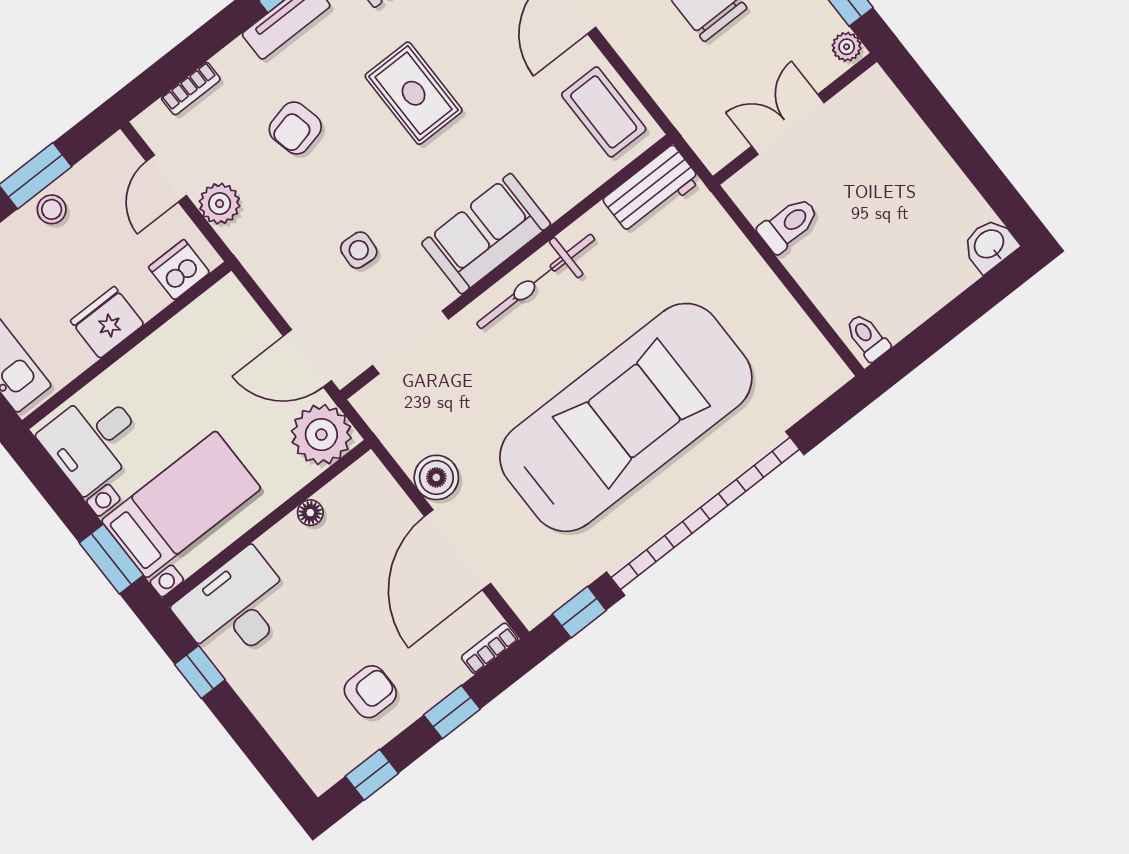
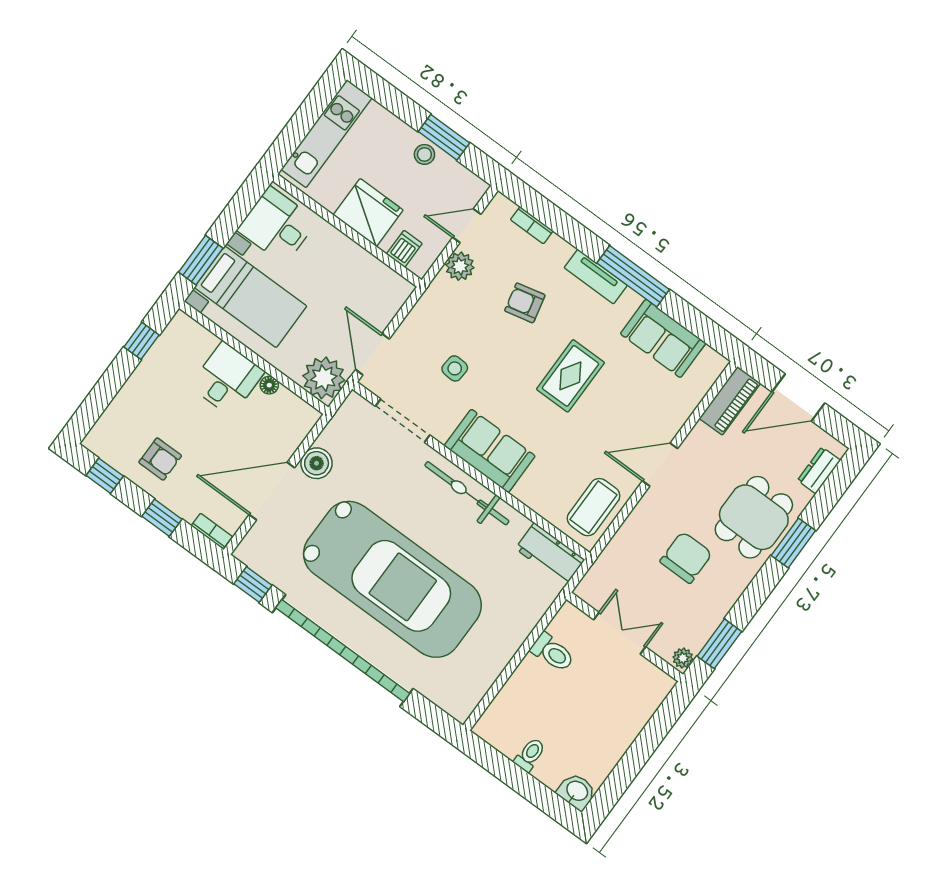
dishwasher: (179, 270) -> (404, 249), width x0.73
fridge: (107, 322) -> (368, 213), width x1.36, depth x1.34
toilet: (867, 337) -> (530, 755), moved
desk: (236, 607) -> (227, 379), moved, width x0.73

